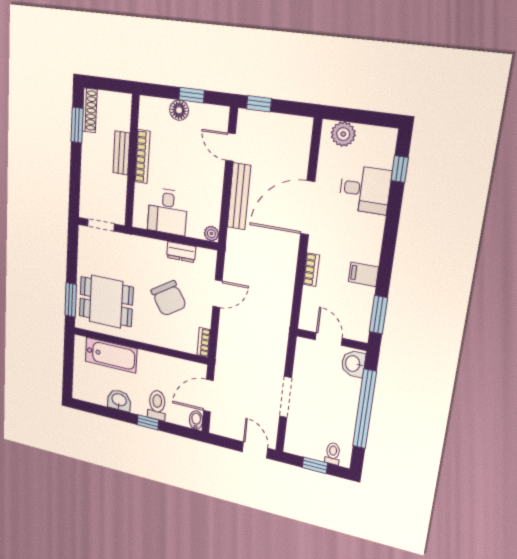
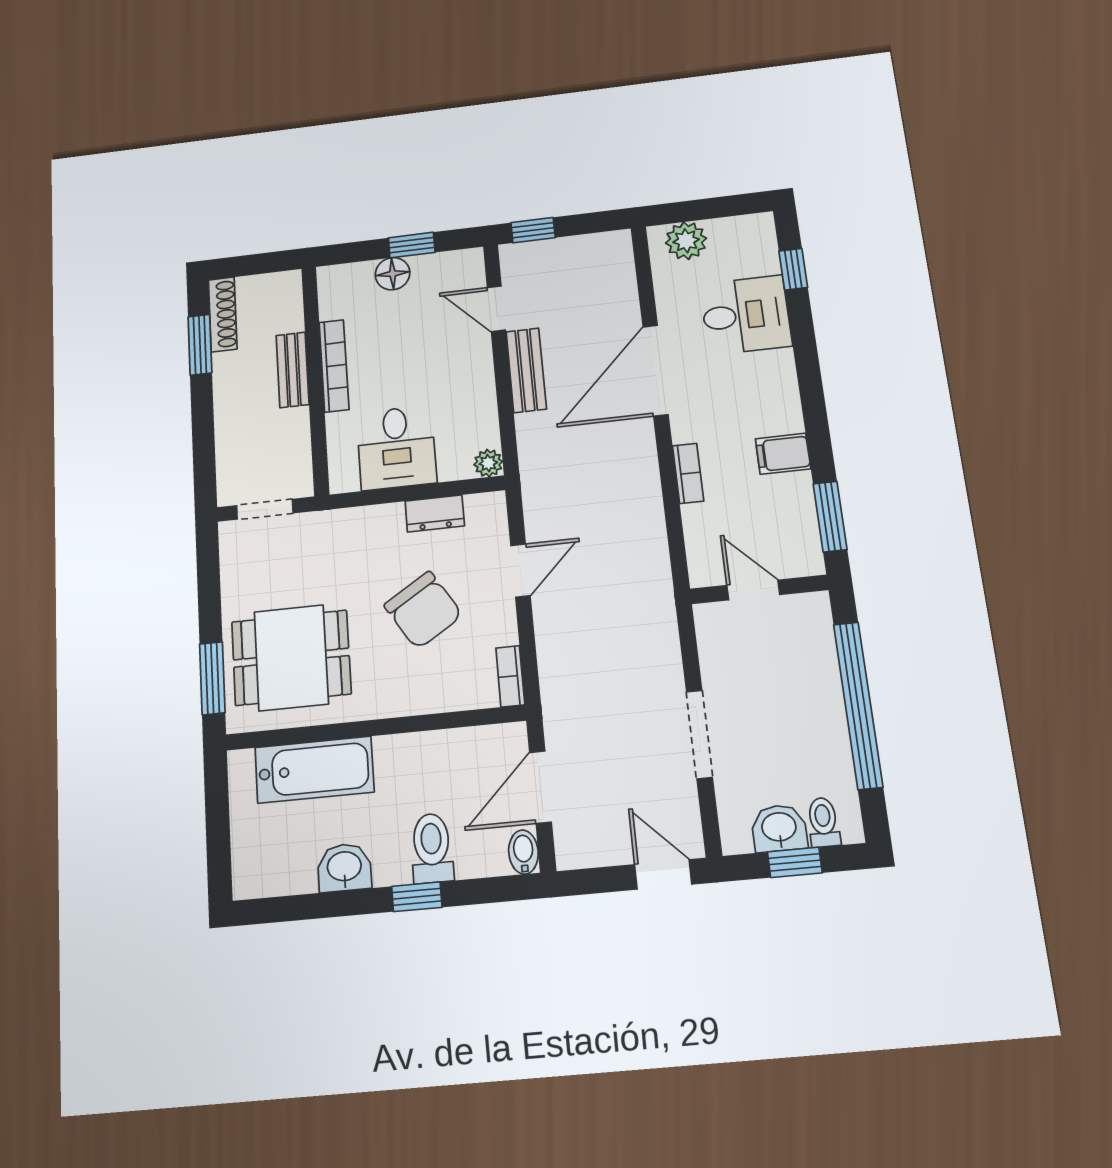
bench: (239, 196) -> (526, 370), width x0.73
washbasin: (353, 364) -> (779, 828), moved, turned 90

